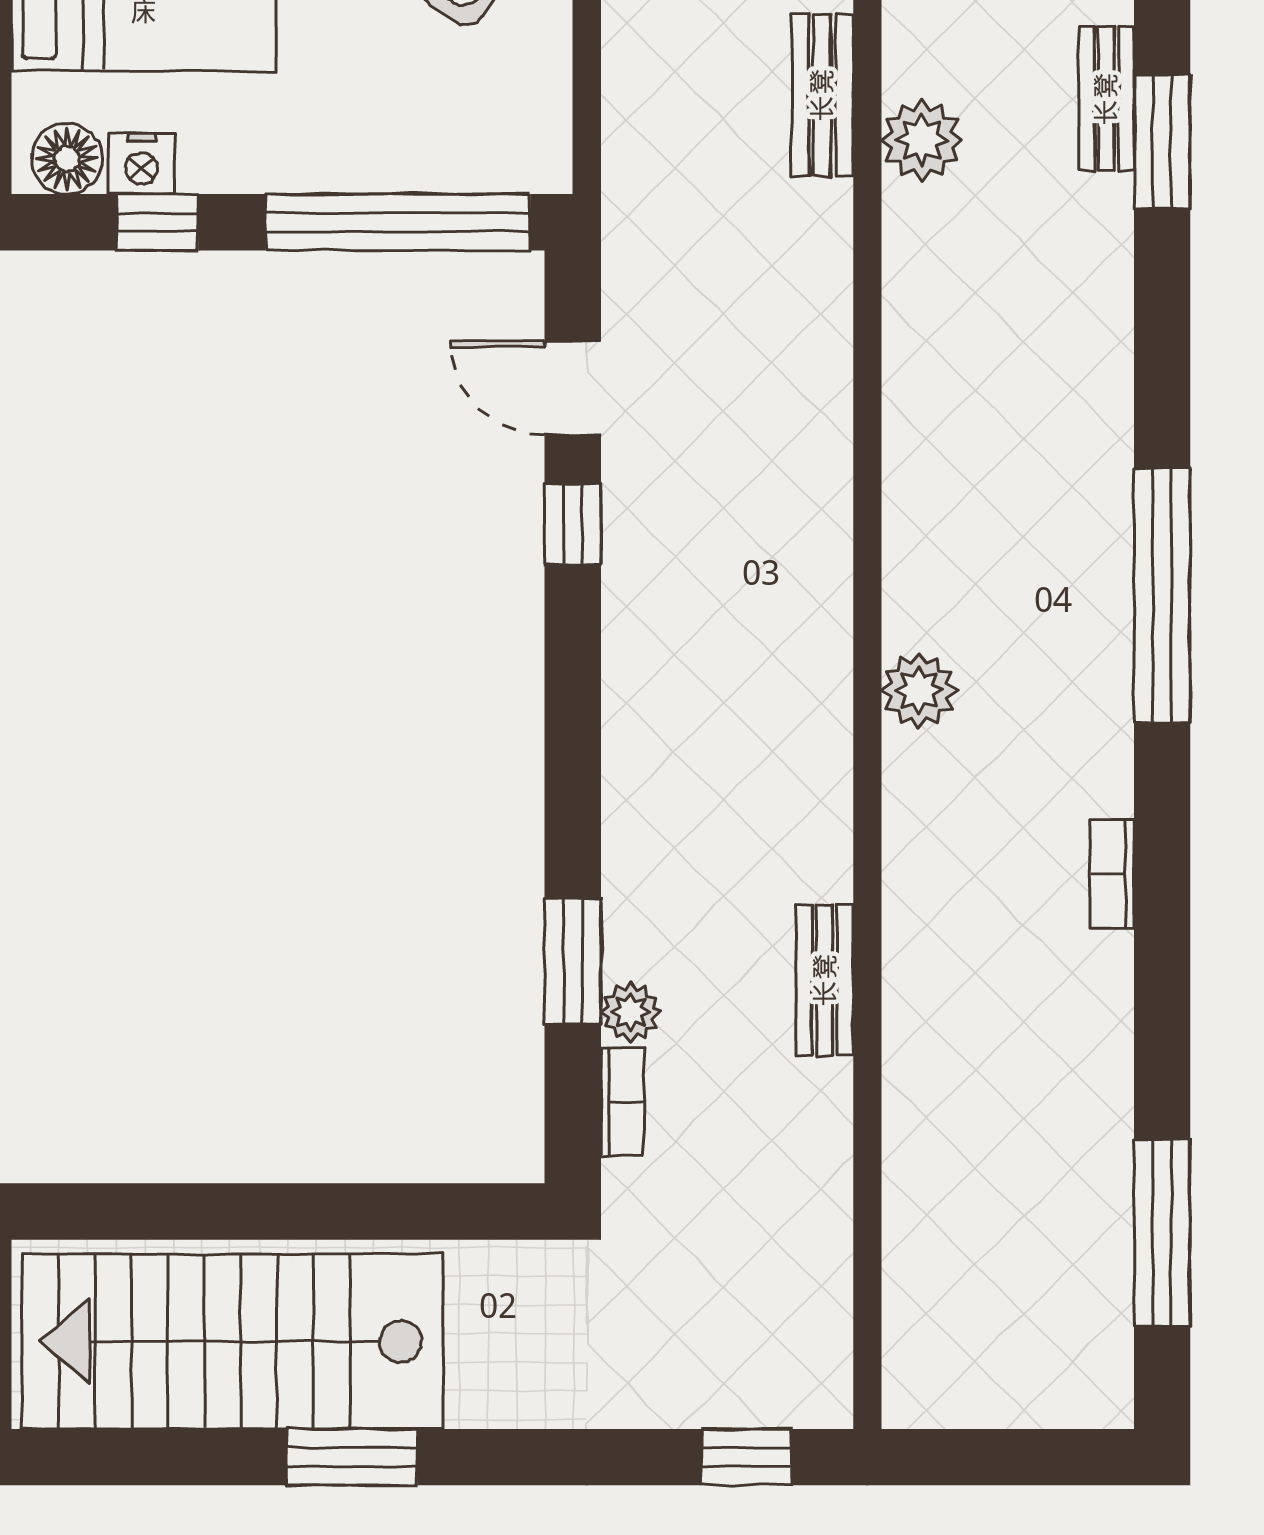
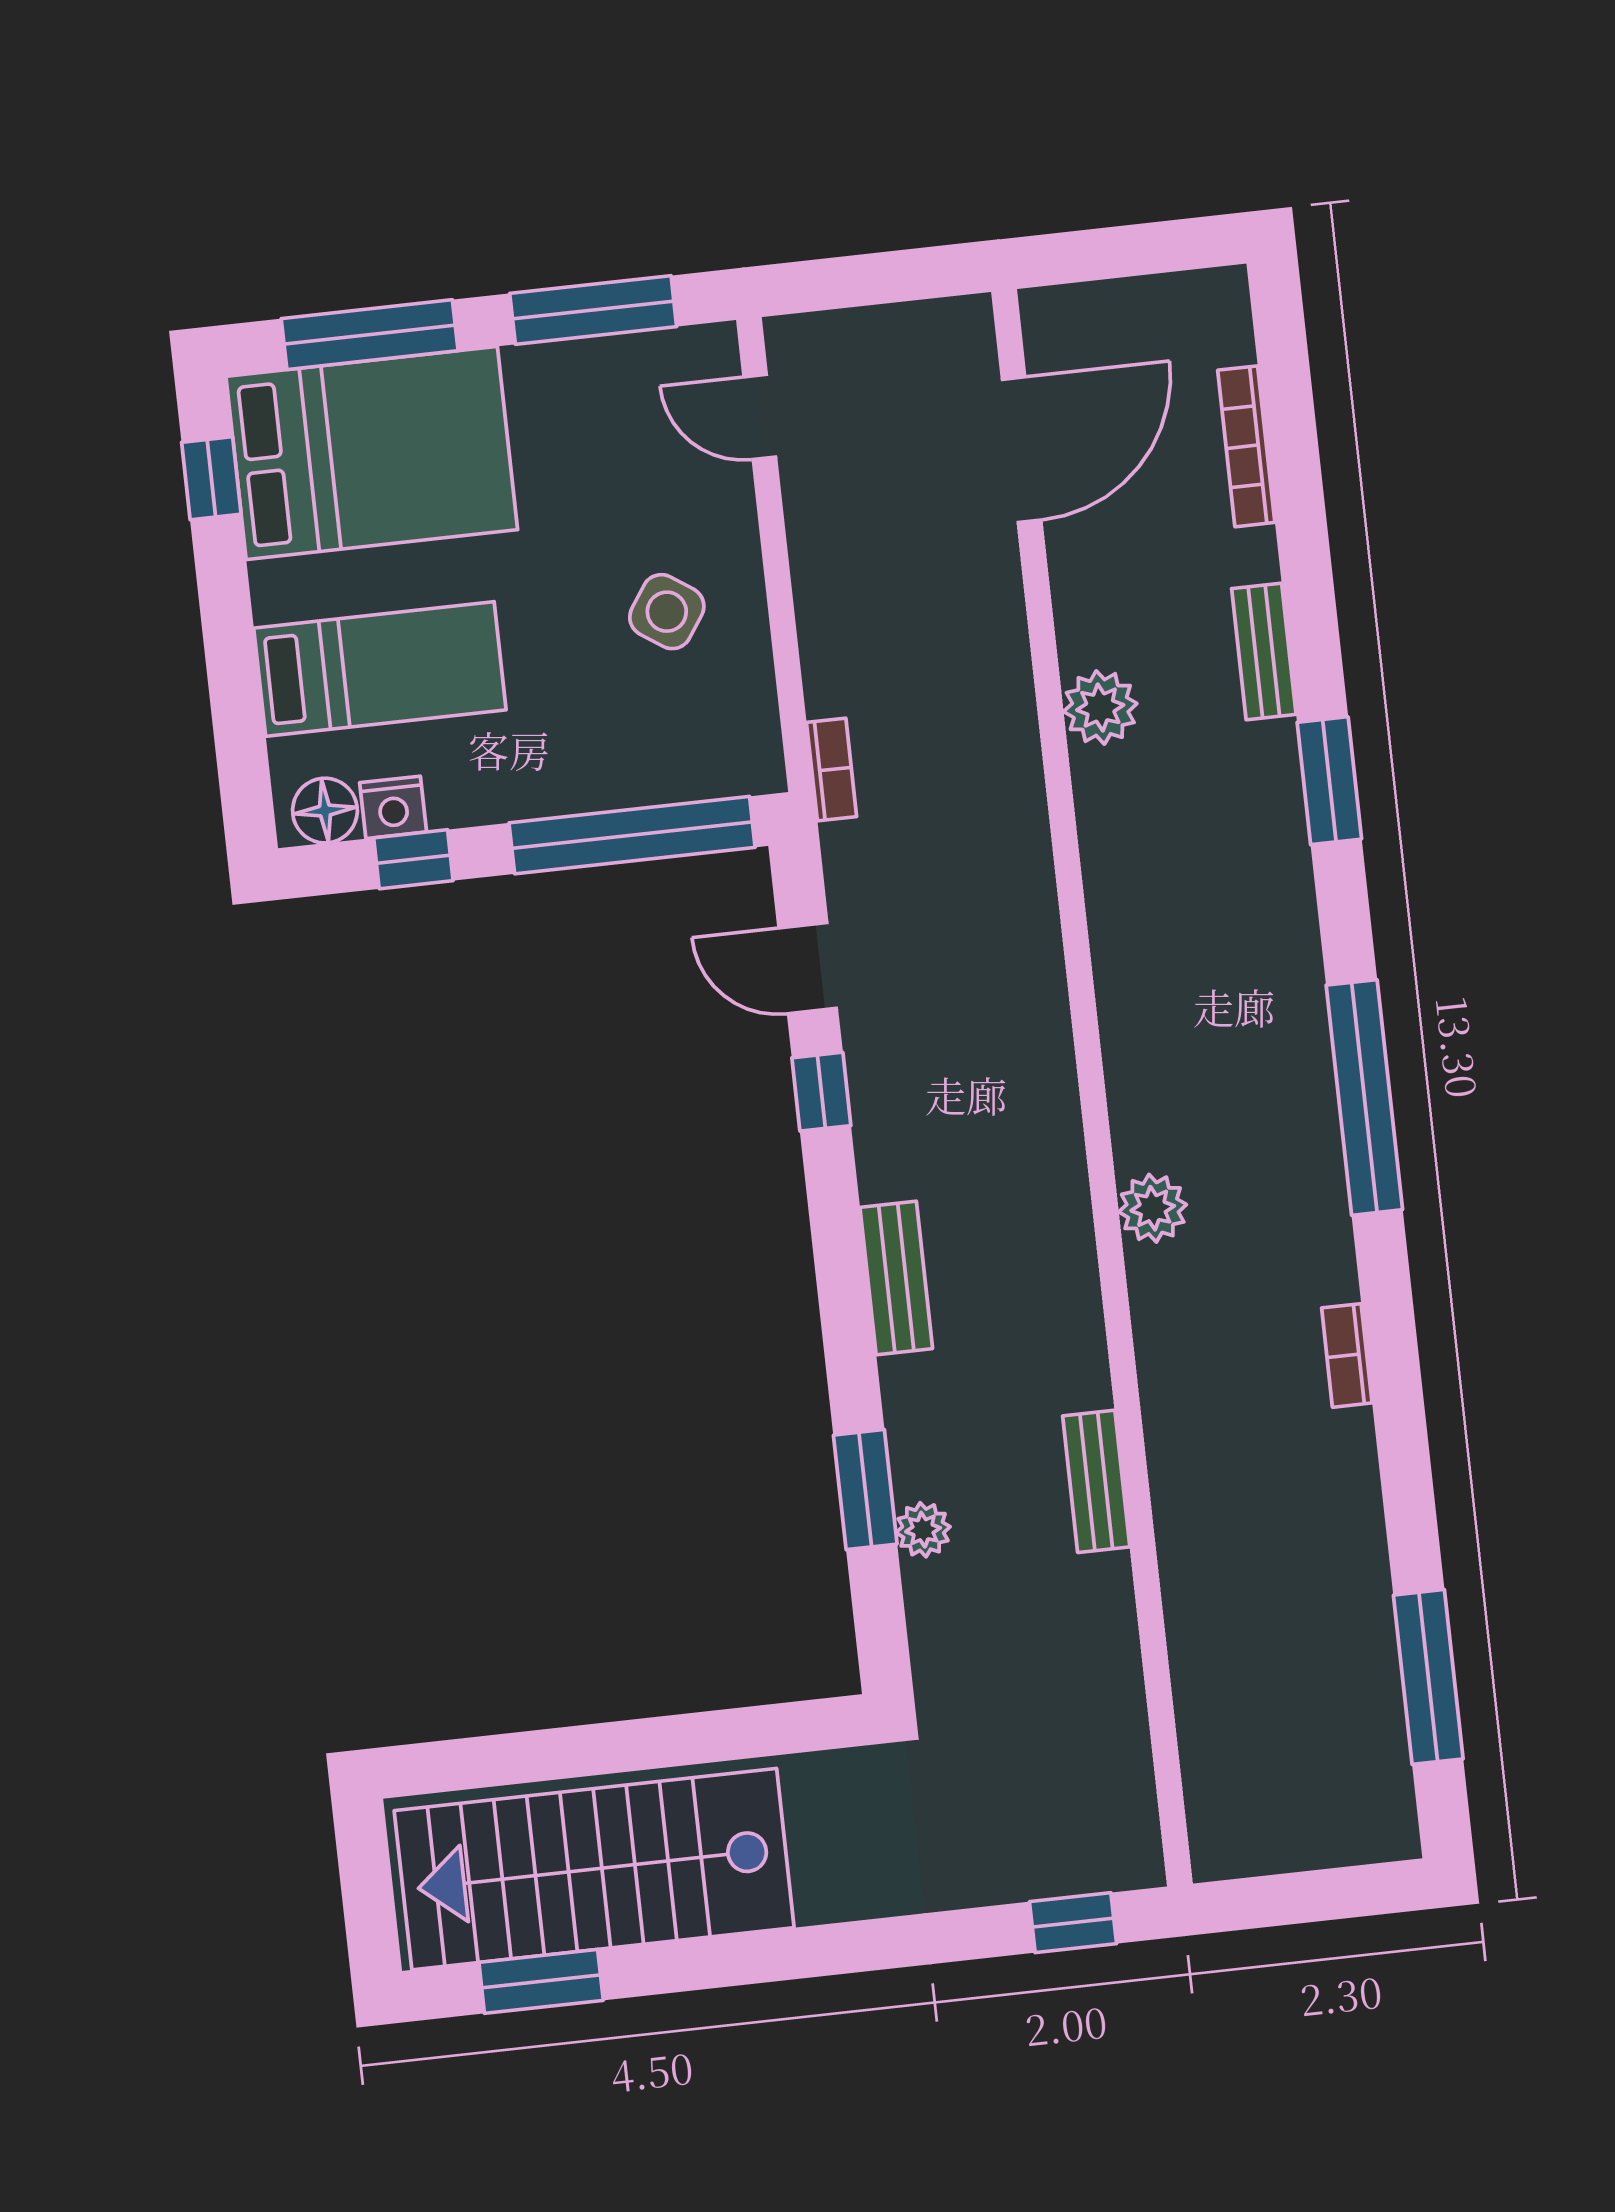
bench: (822, 95) -> (896, 1278), moved
window: (1162, 142) -> (1329, 781), moved
bookcase: (622, 1102) -> (832, 769), moved
window: (352, 1457) -> (541, 1981), moved

